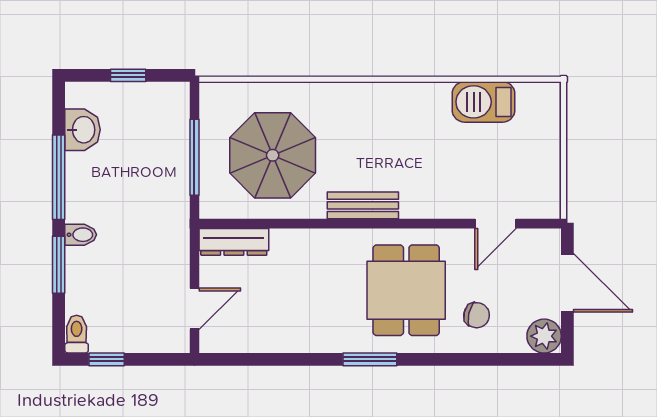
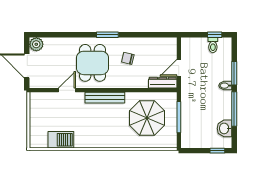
window: (128, 75) -> (217, 151), moved
bench: (363, 205) -> (105, 98), width x1.36
door: (496, 224) -> (67, 90), moved
door: (194, 309) -> (179, 68), moved
chair: (477, 315) -> (128, 58), moved
toilet: (77, 334) -> (213, 45), moved

